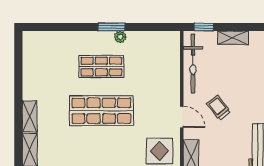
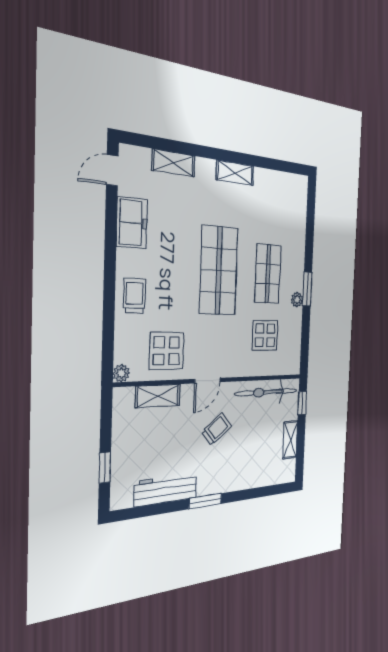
display table: (149, 67) -> (265, 335), added
shelving: (30, 116) -> (235, 173), moved

